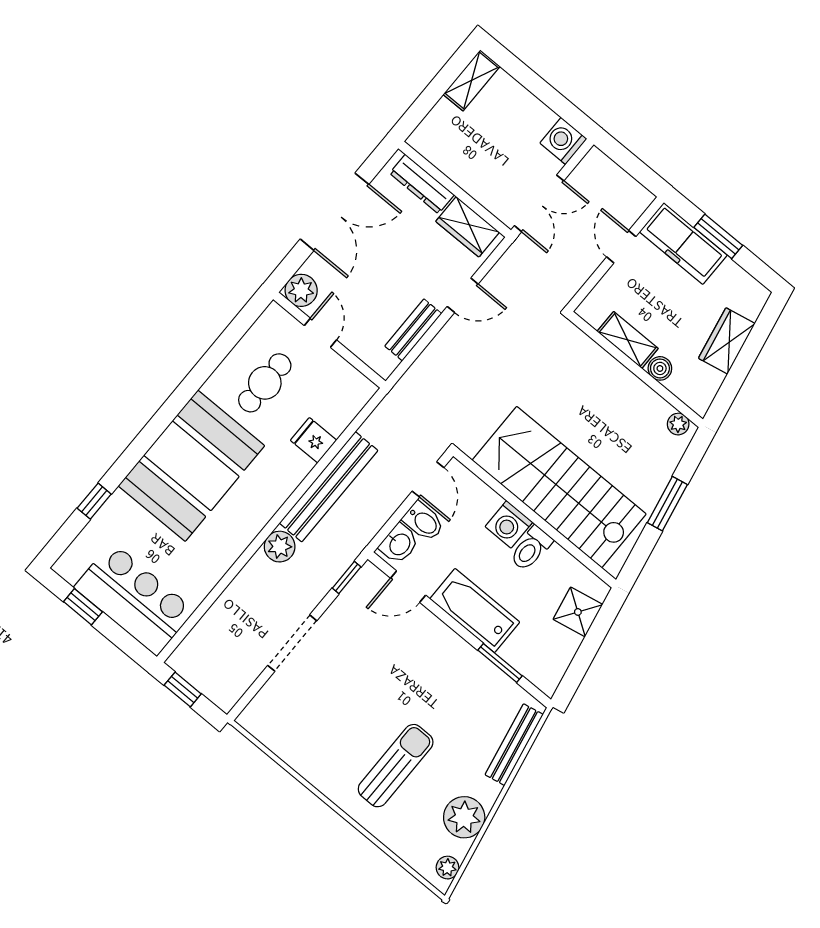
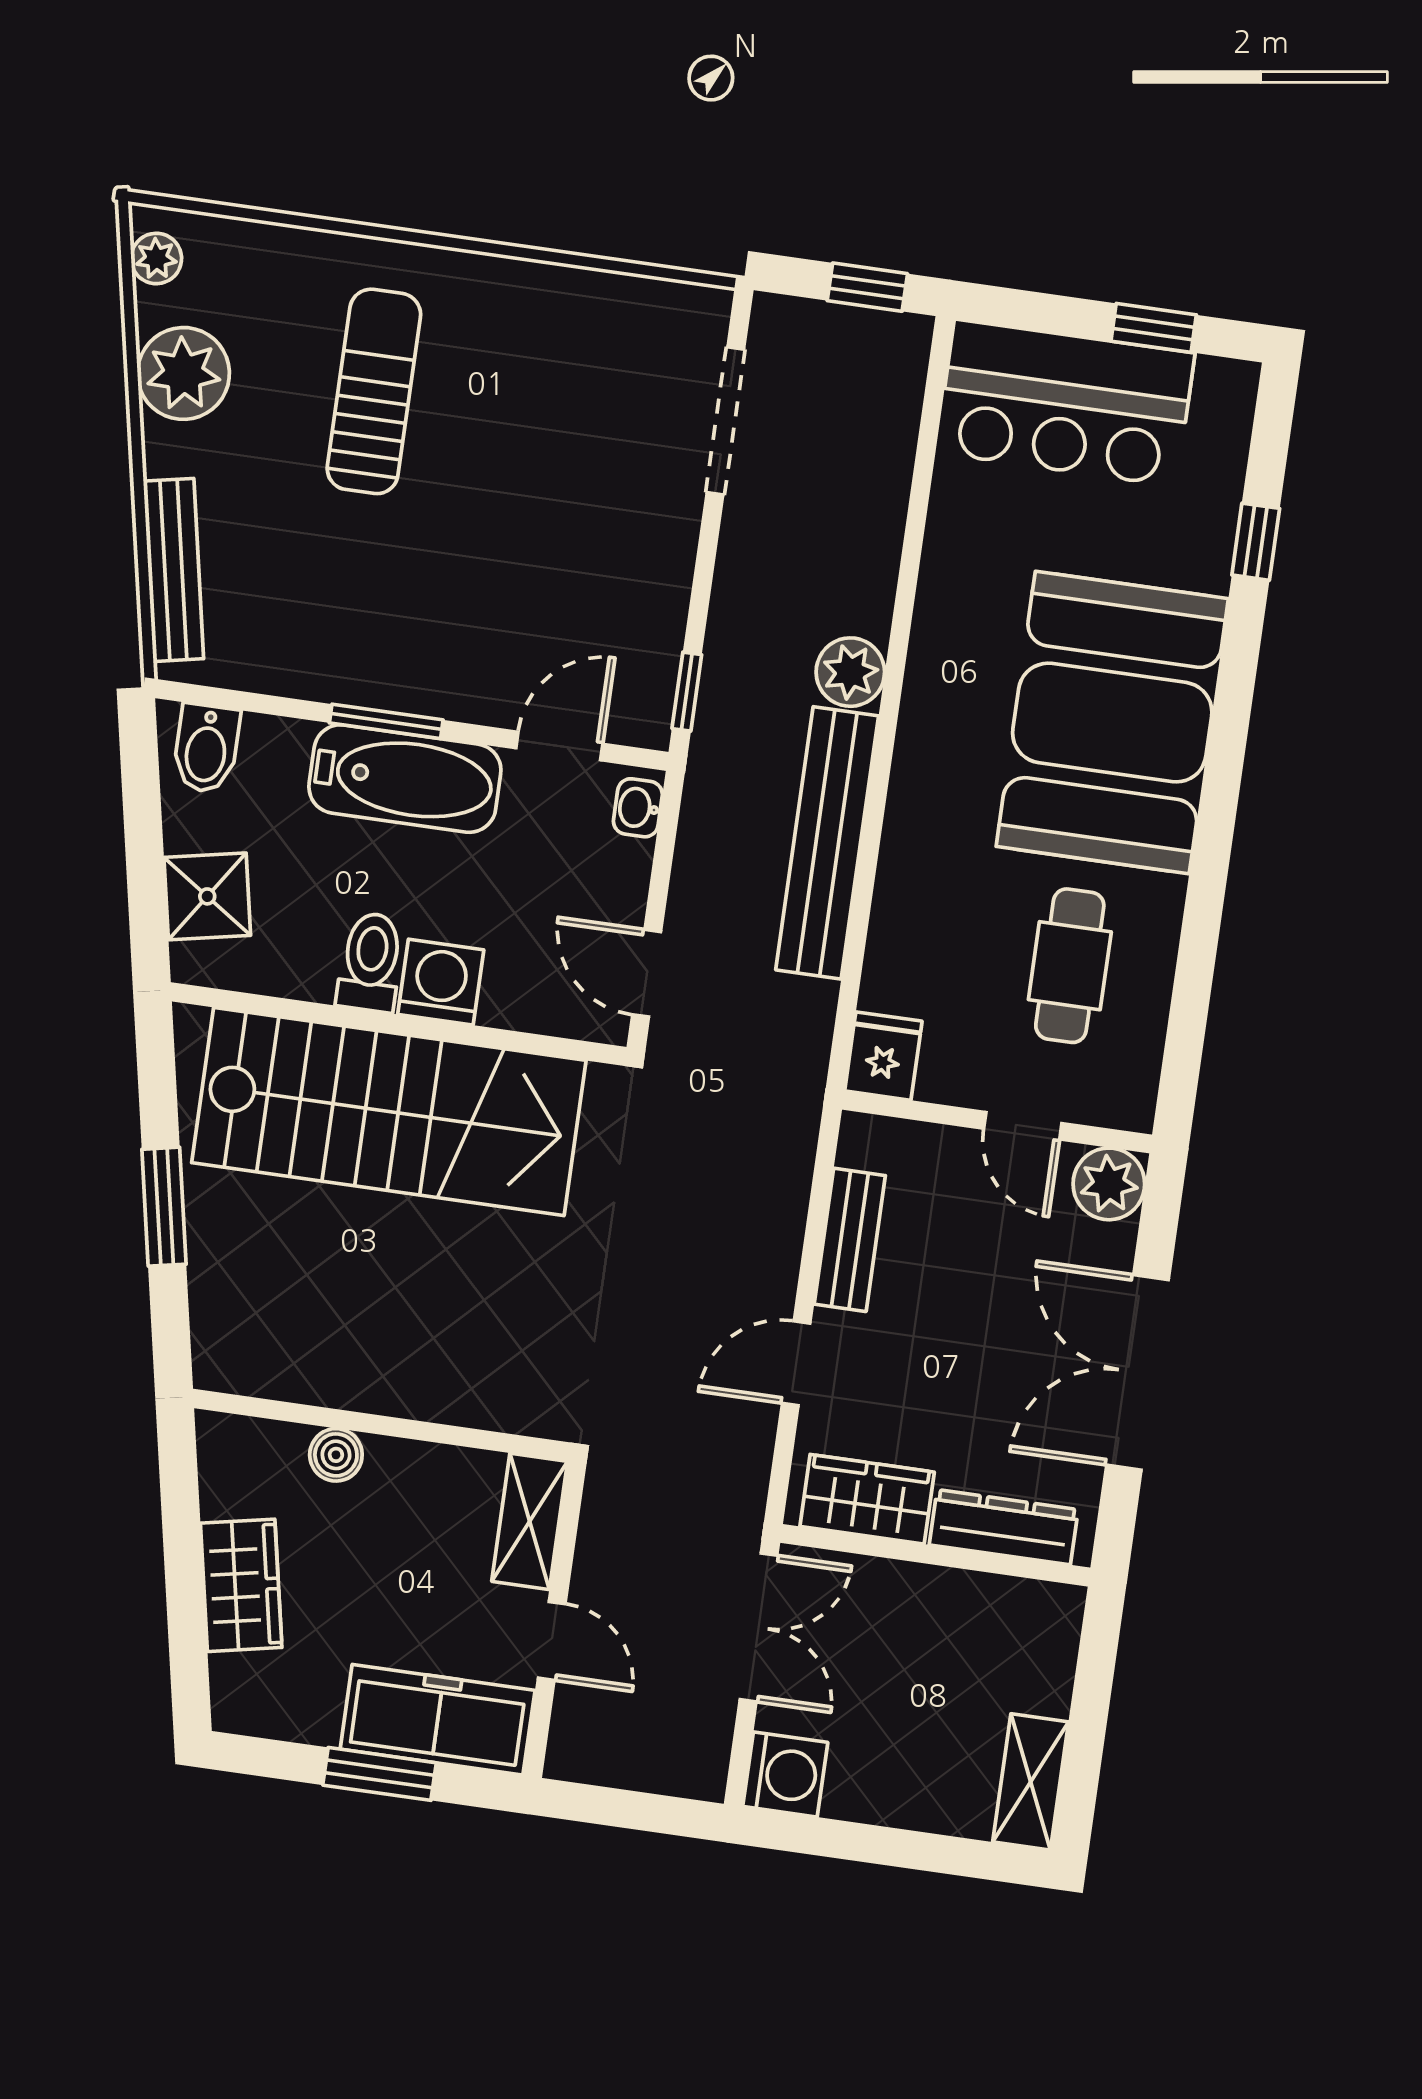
double door: (539, 203) -> (759, 1627), swing flipped
shelving: (628, 340) -> (530, 1521), moved, turned 90
plant: (678, 424) -> (236, 1371), removed
fridge: (314, 440) -> (883, 1056), moved, turned -90
bidet: (424, 521) -> (206, 748), moved, turned -90
washbasin: (399, 544) -> (638, 808), width x0.72, depth x0.69
doorway: (292, 643) -> (725, 421), moved
window: (500, 663) -> (386, 721), moved
sun lounger: (396, 766) -> (374, 391), turned 180

